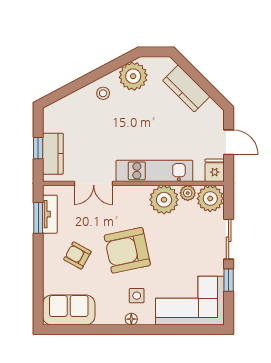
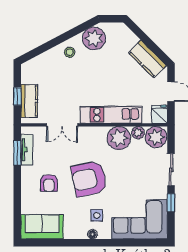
kitchen counter: (186, 88) -> (147, 59), moved
armchair: (77, 255) -> (49, 183), turned -119

